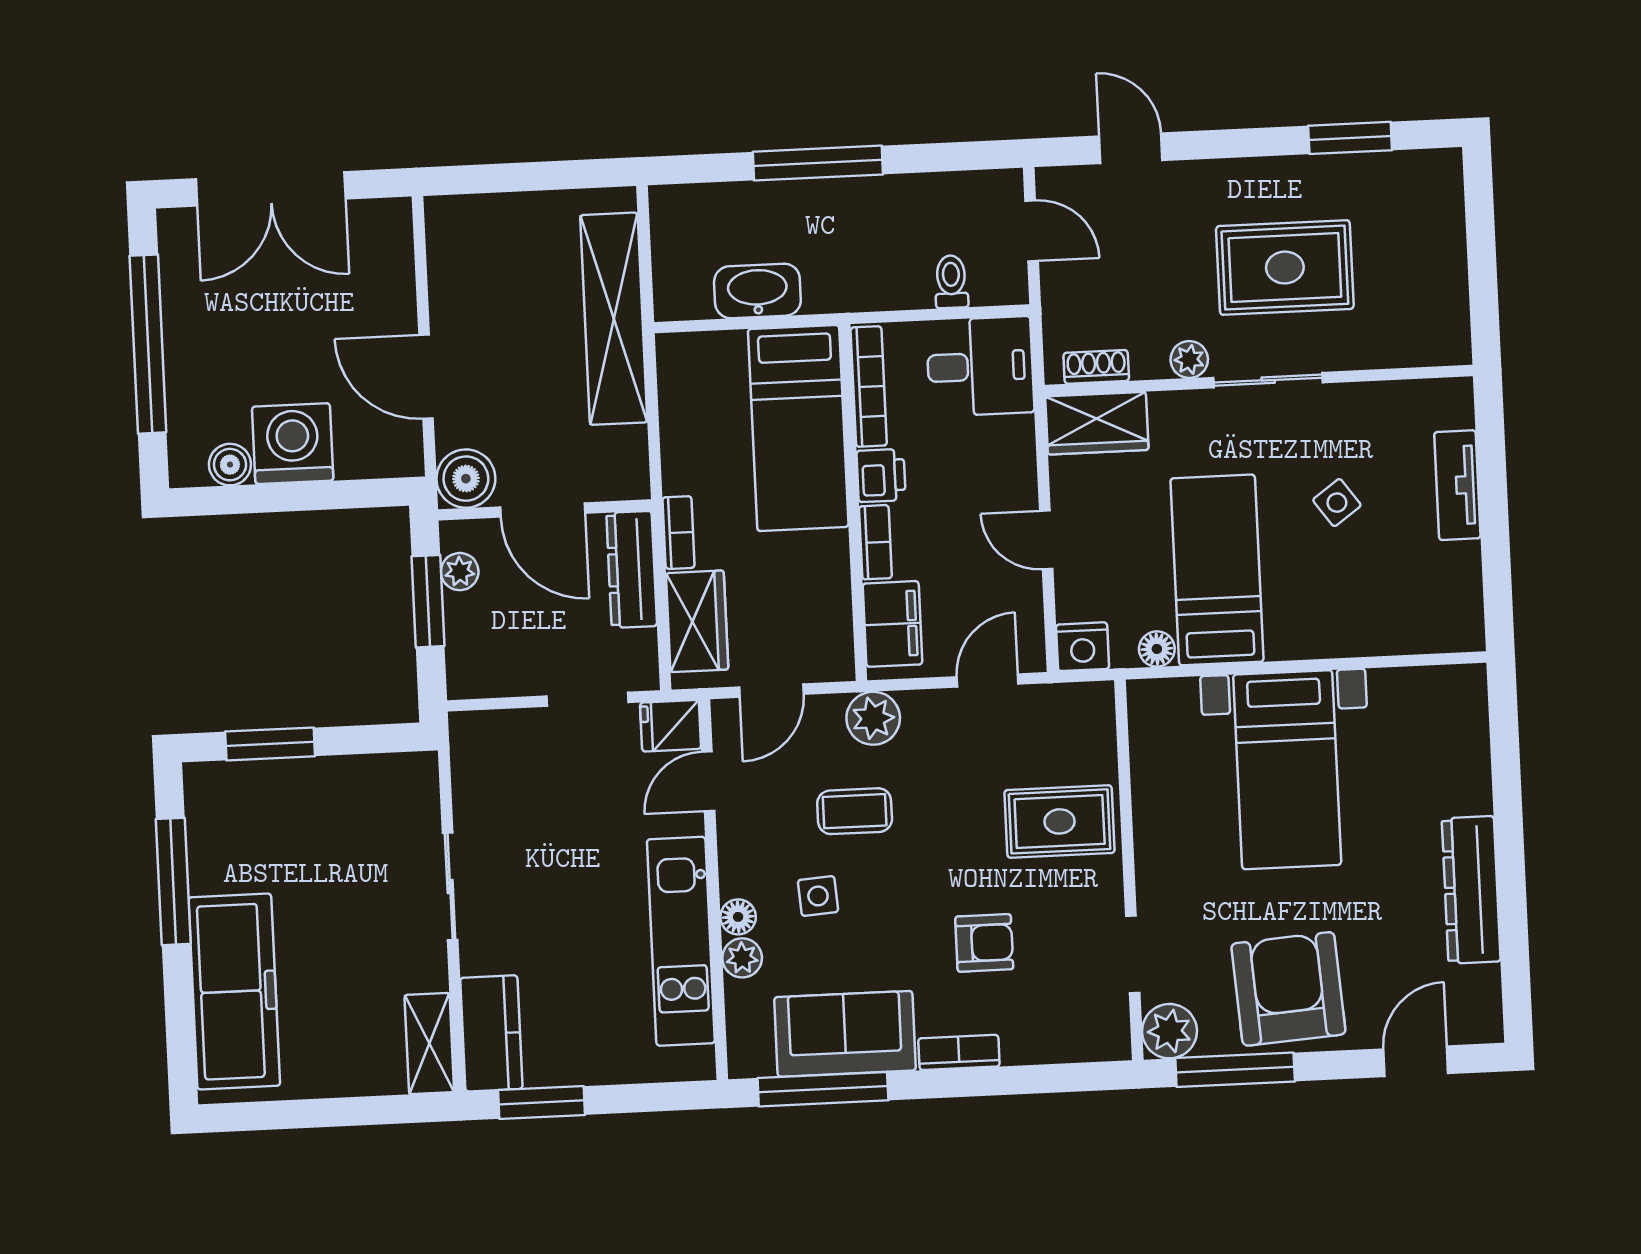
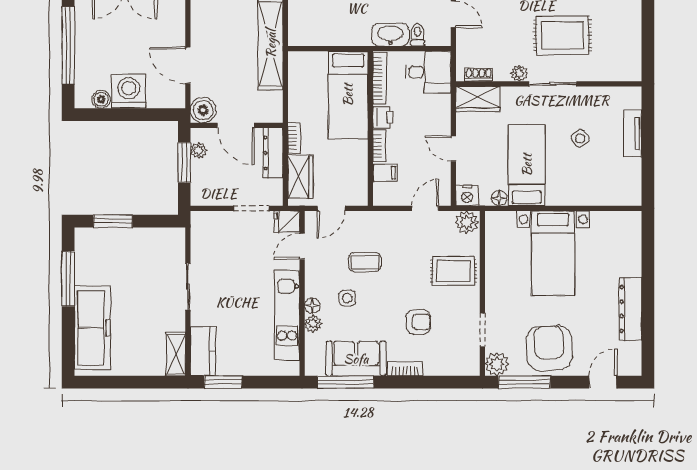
washbasin: (757, 291) -> (390, 35), moved
filing cabinet: (892, 624) -> (385, 173), width x0.50
plant: (873, 718) -> (467, 222), moved

